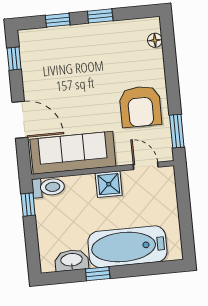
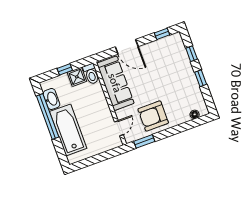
door: (20, 120) -> (127, 47), hinge flipped
shower: (109, 184) -> (77, 77), moved
window: (28, 205) -> (65, 69), moved
window: (98, 274) -> (48, 117), width x3.17

